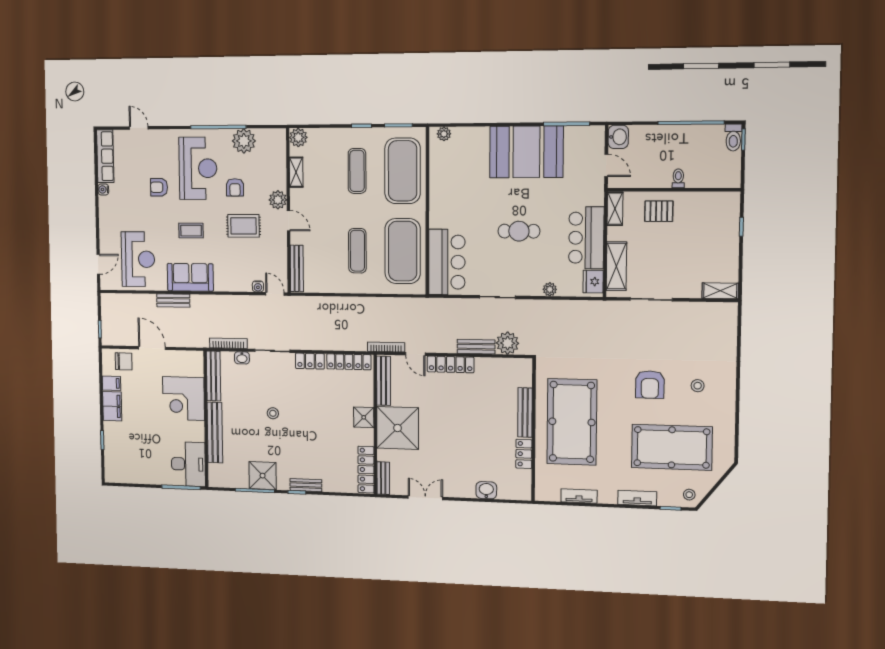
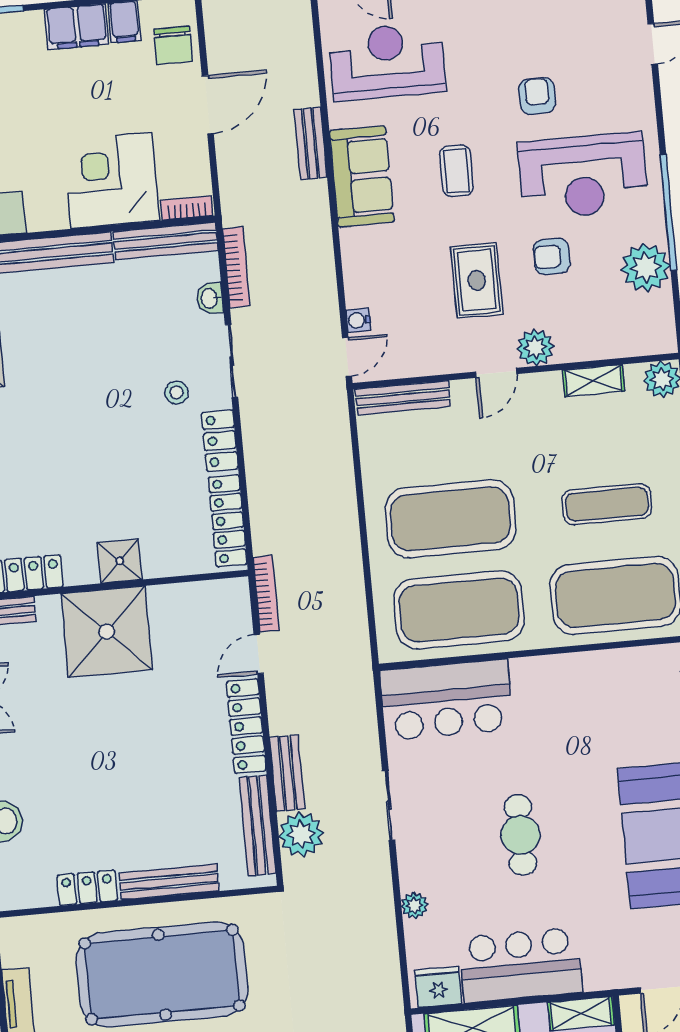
exercise mat: (357, 251) -> (451, 519), width x2.00, depth x1.45
reception desk: (138, 259) -> (387, 61), turned 180
bookcase: (199, 364) -> (187, 208), added
bench: (384, 381) -> (257, 825), moved, turned 90
stool: (273, 413) -> (177, 392), moved

